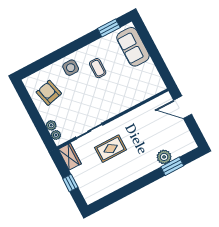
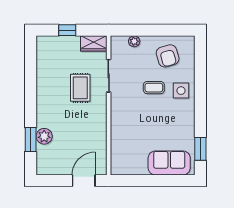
coffee table: (98, 68) -> (154, 88), moved
armchair: (49, 93) -> (168, 56), turned 88
plant: (56, 135) -> (122, 41), removed

